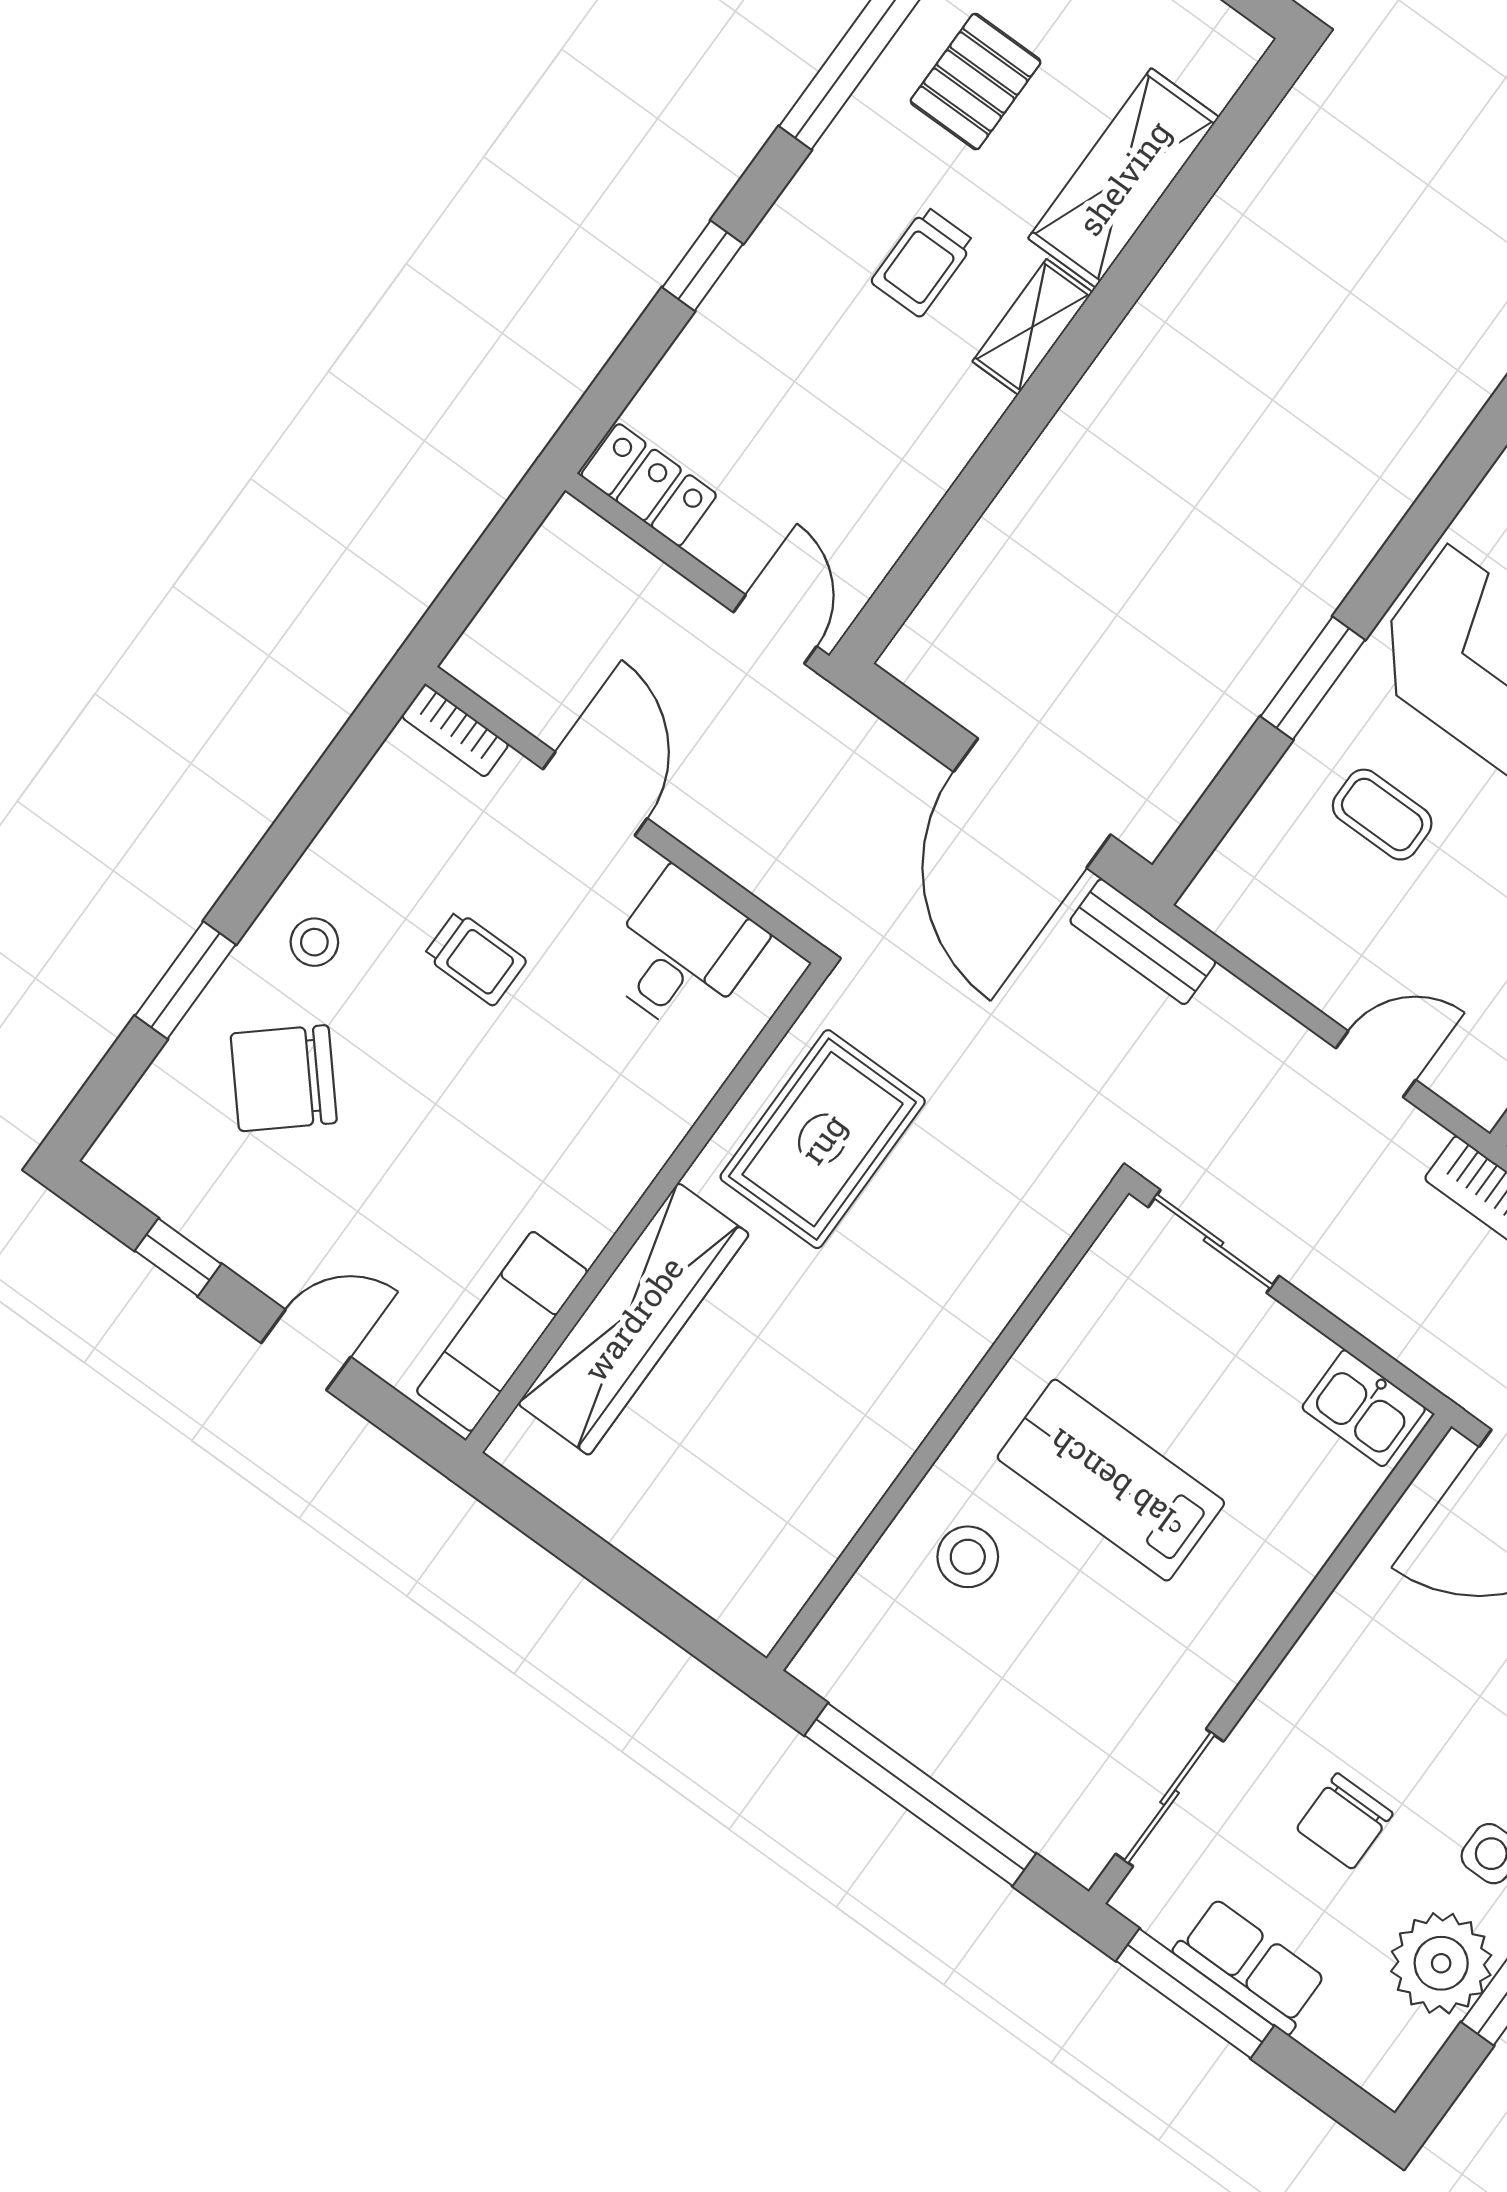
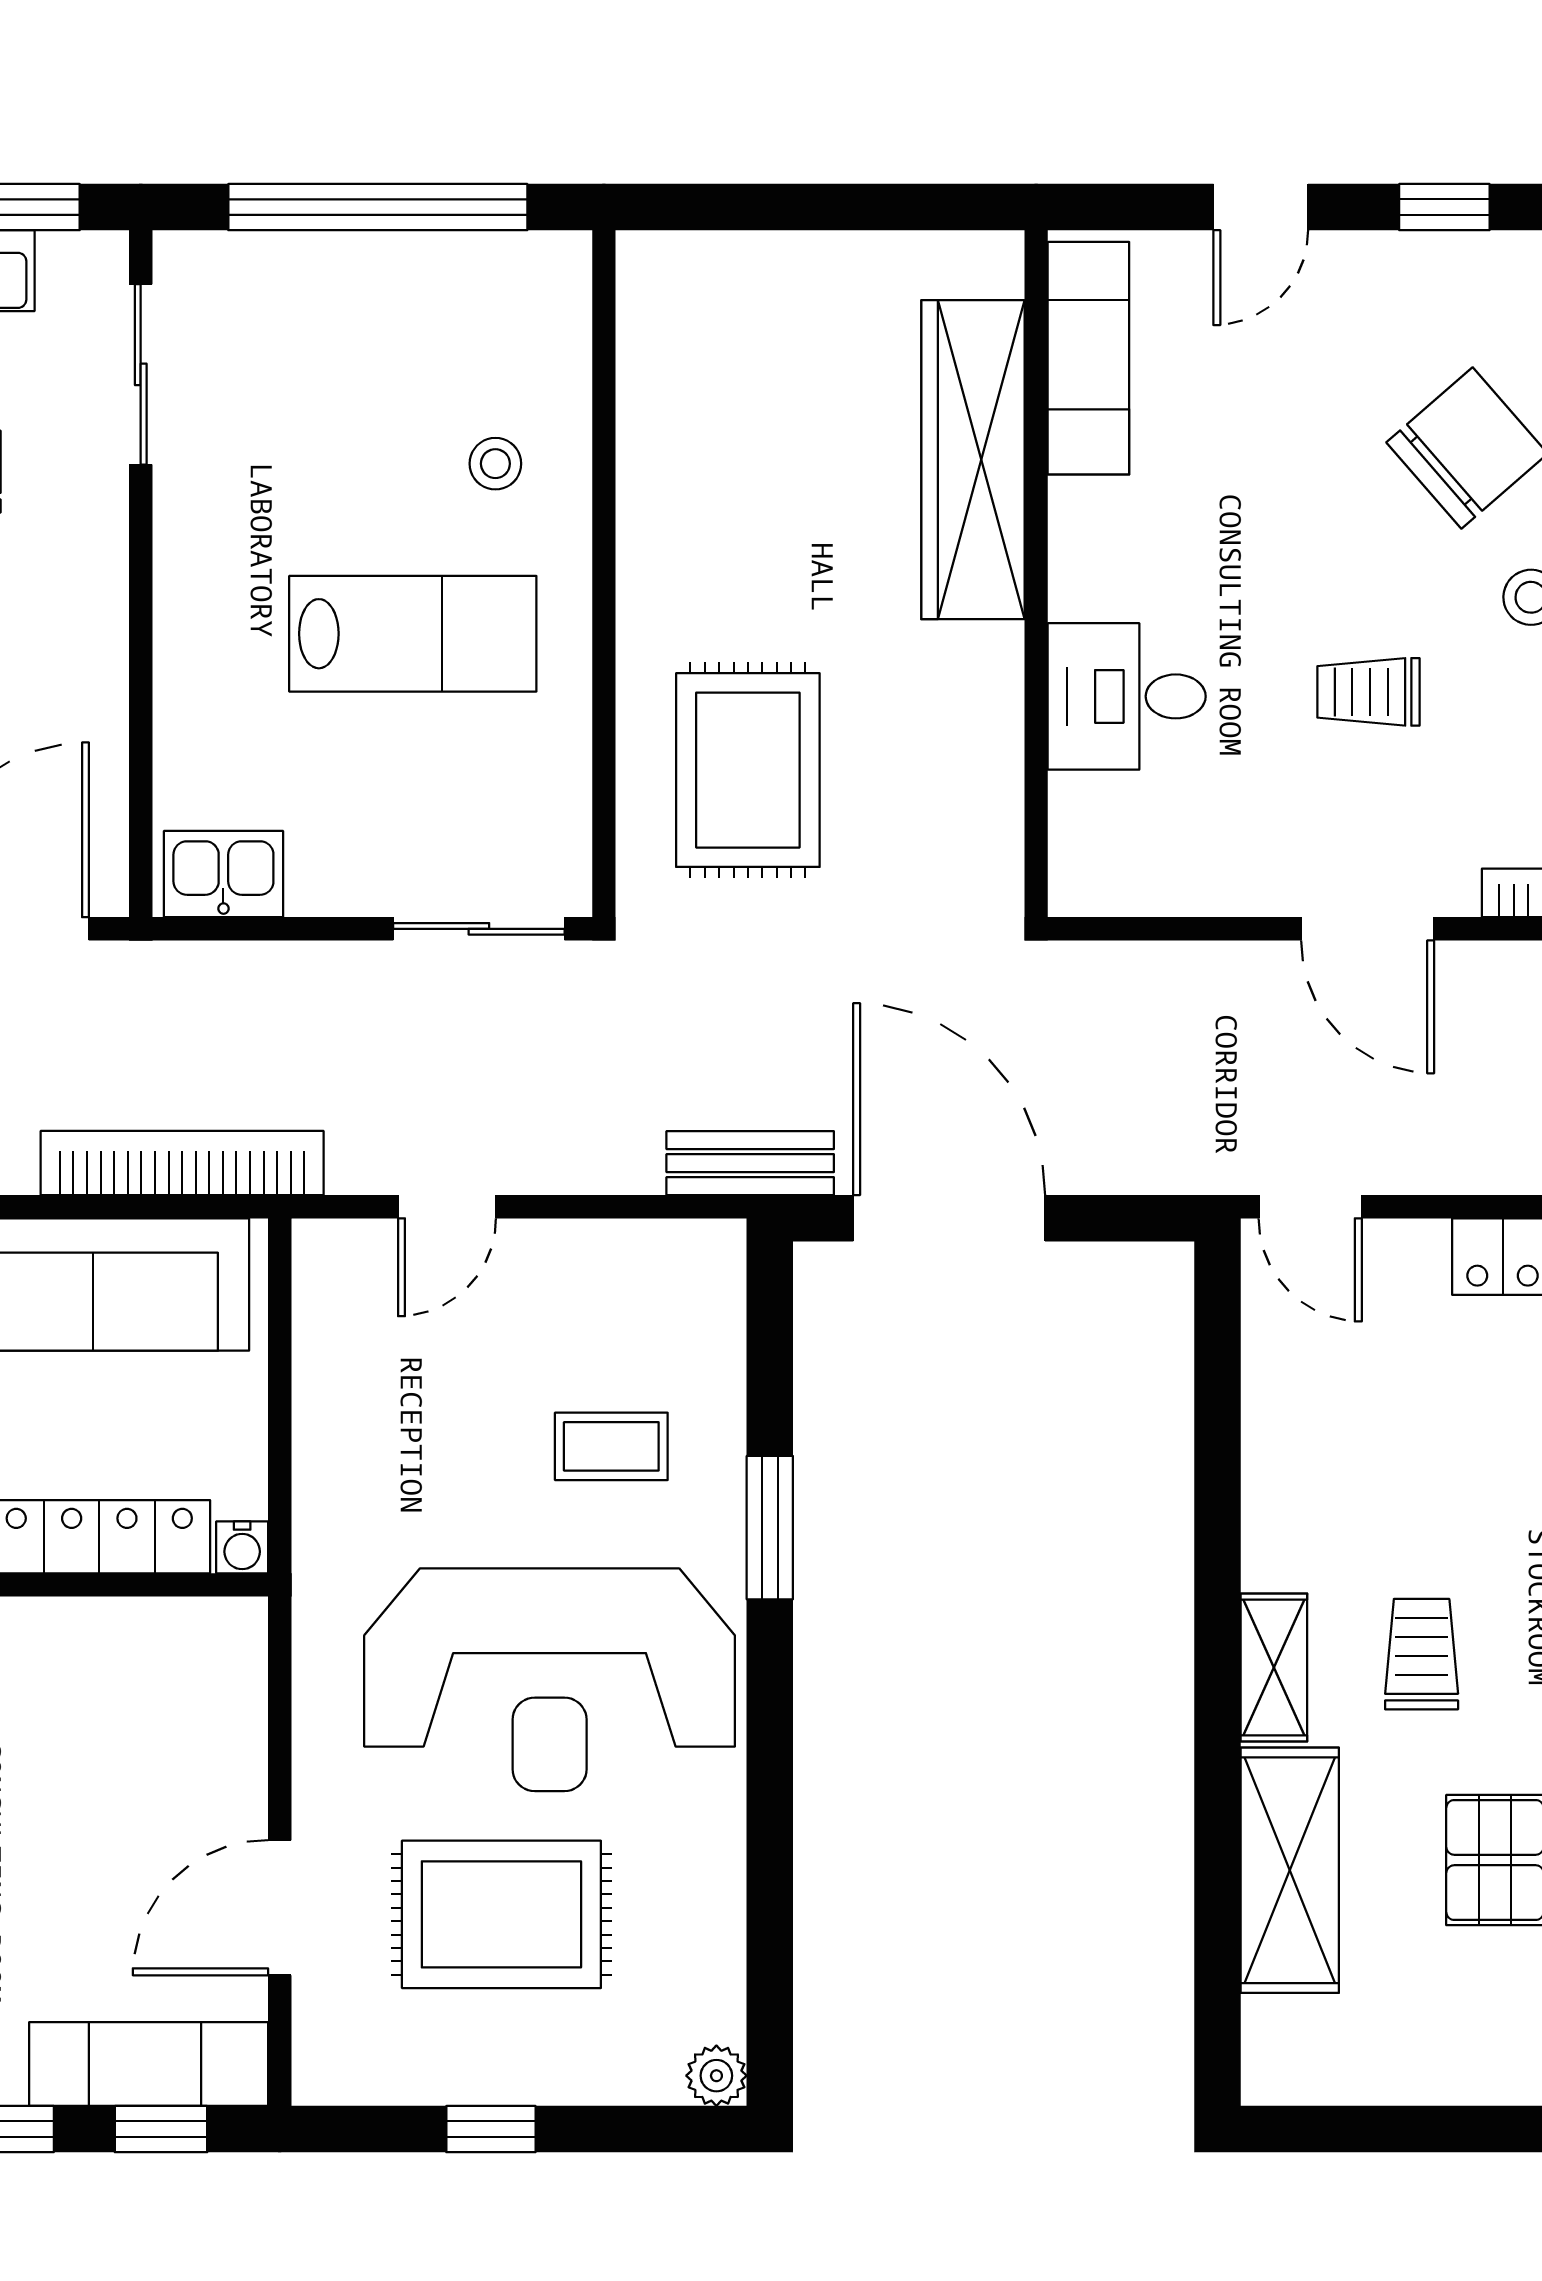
desk: (682, 953) -> (1127, 696), moved, turned 90
rug: (823, 1139) -> (748, 770), moved
stool: (968, 1557) -> (495, 464), width x0.73, depth x0.73

